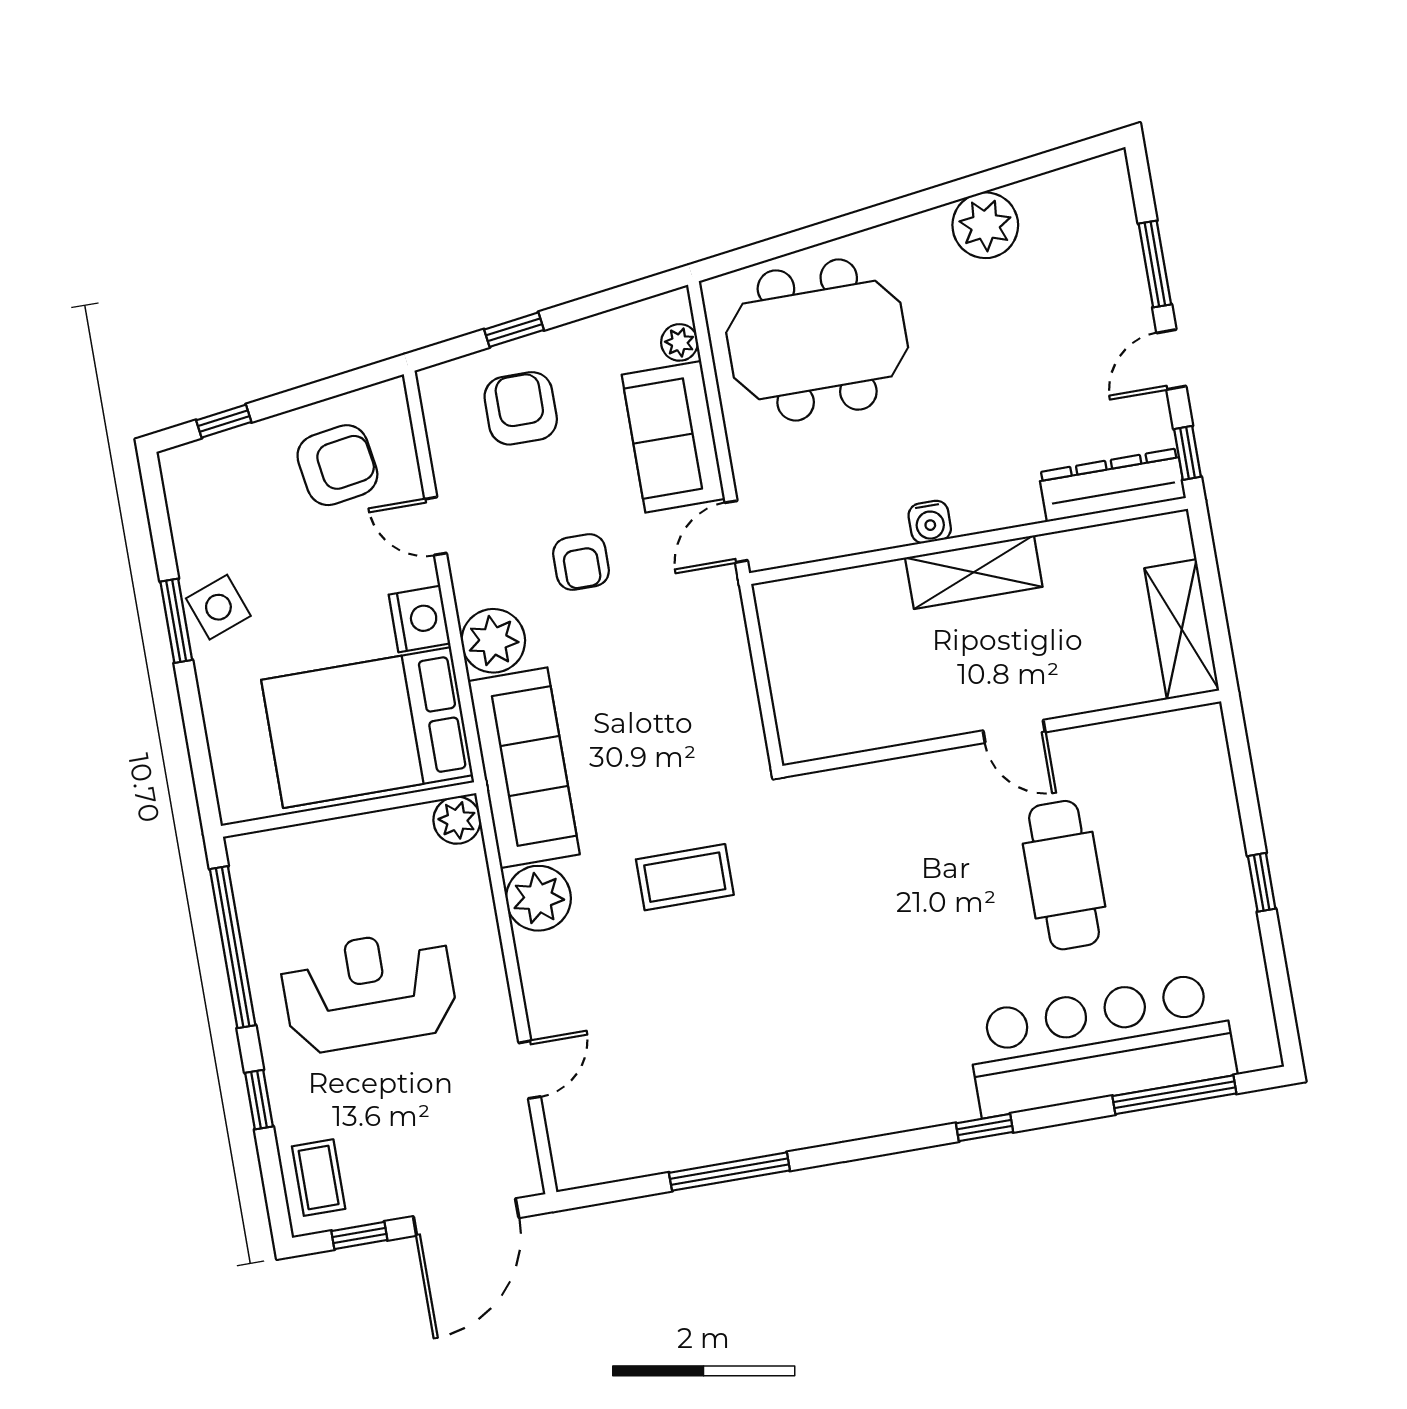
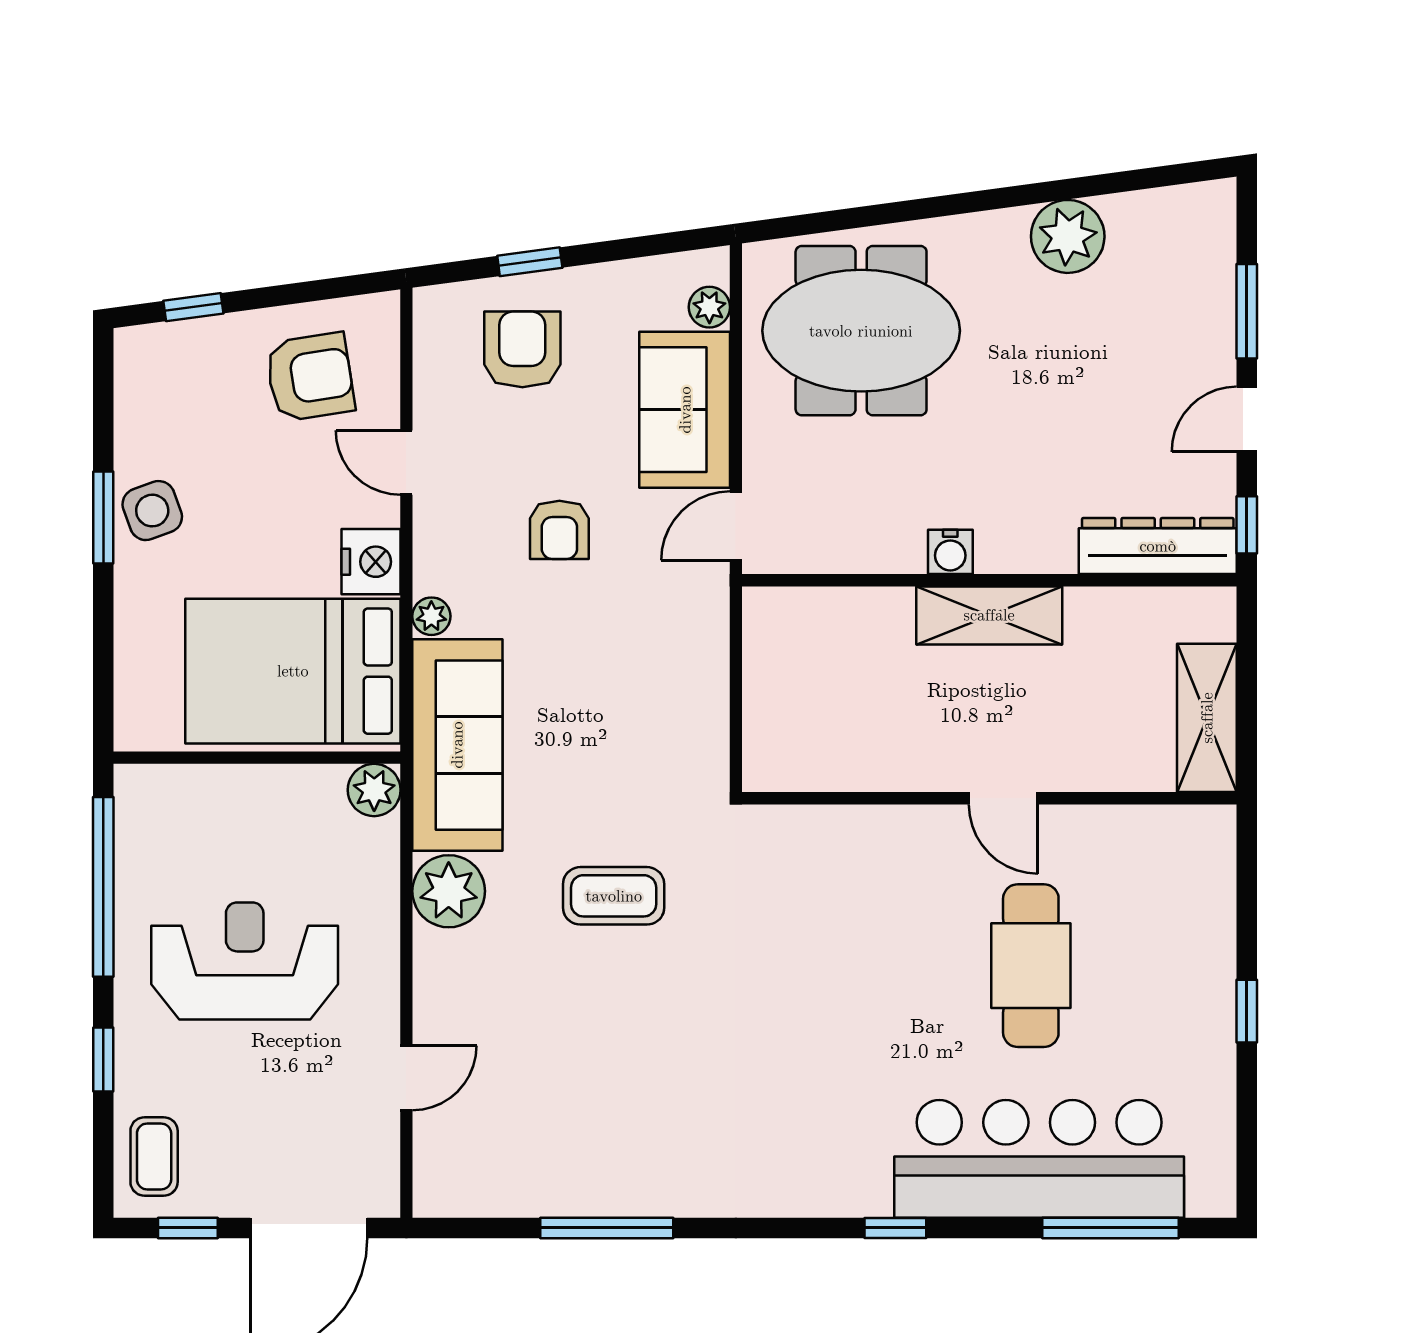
plant: (493, 641) -> (431, 616), width x0.53, depth x0.53

